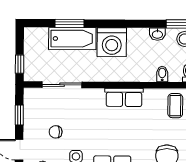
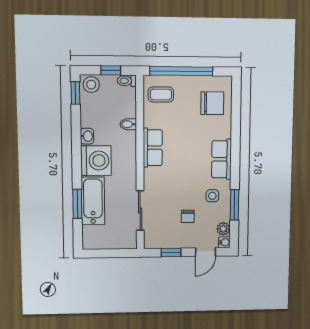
washbasin: (157, 34) -> (87, 136), moved
window: (20, 64) -> (120, 253), removed
bidet: (162, 74) -> (128, 124), moved

